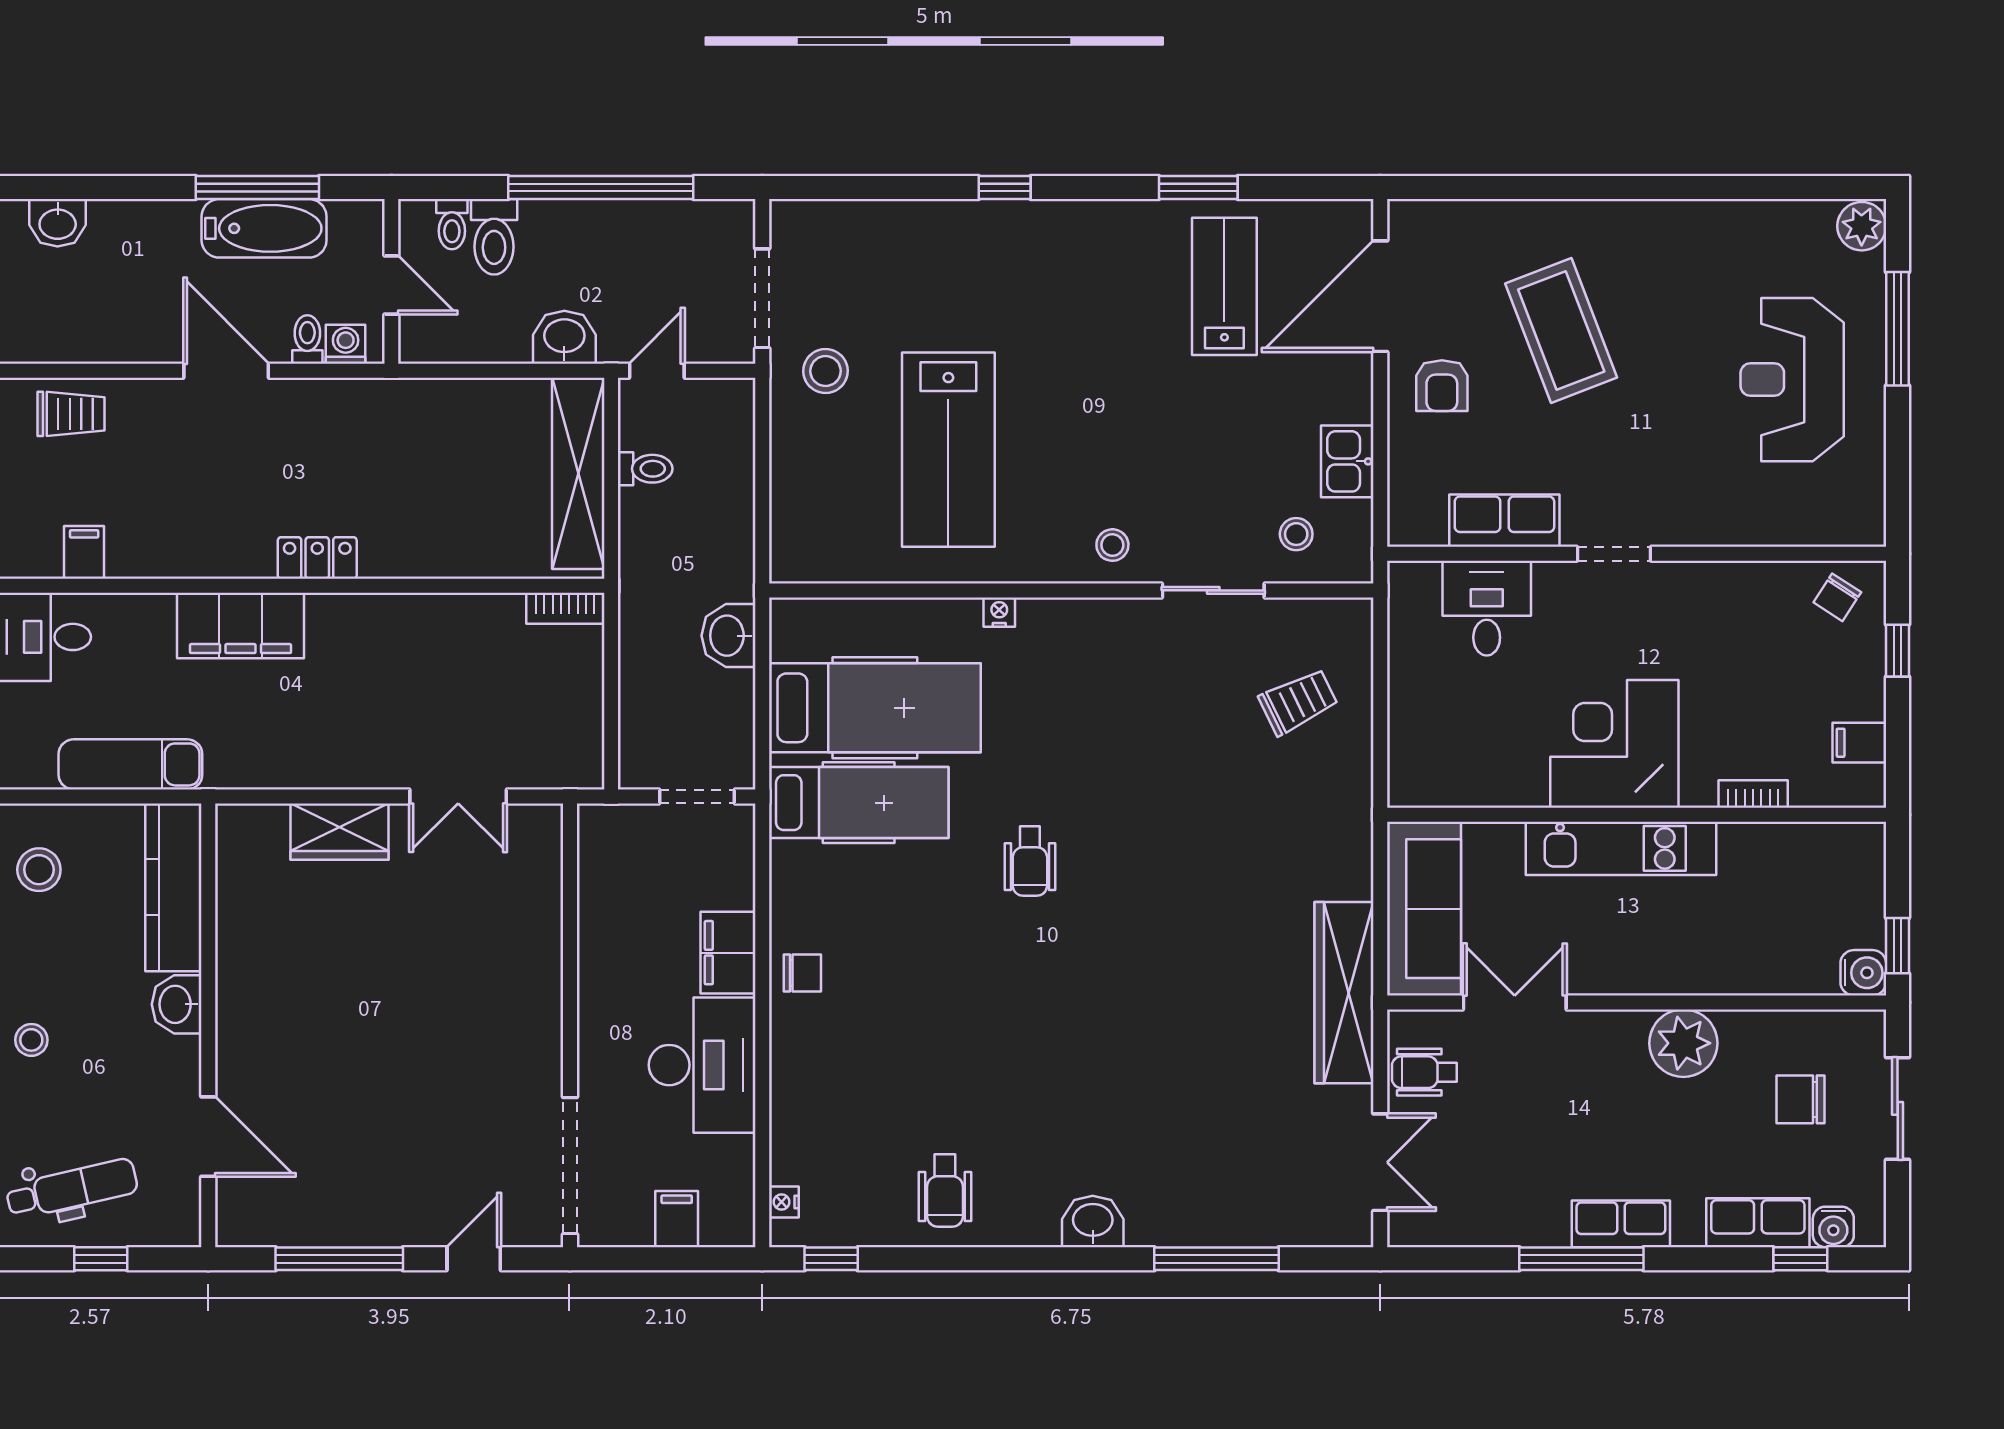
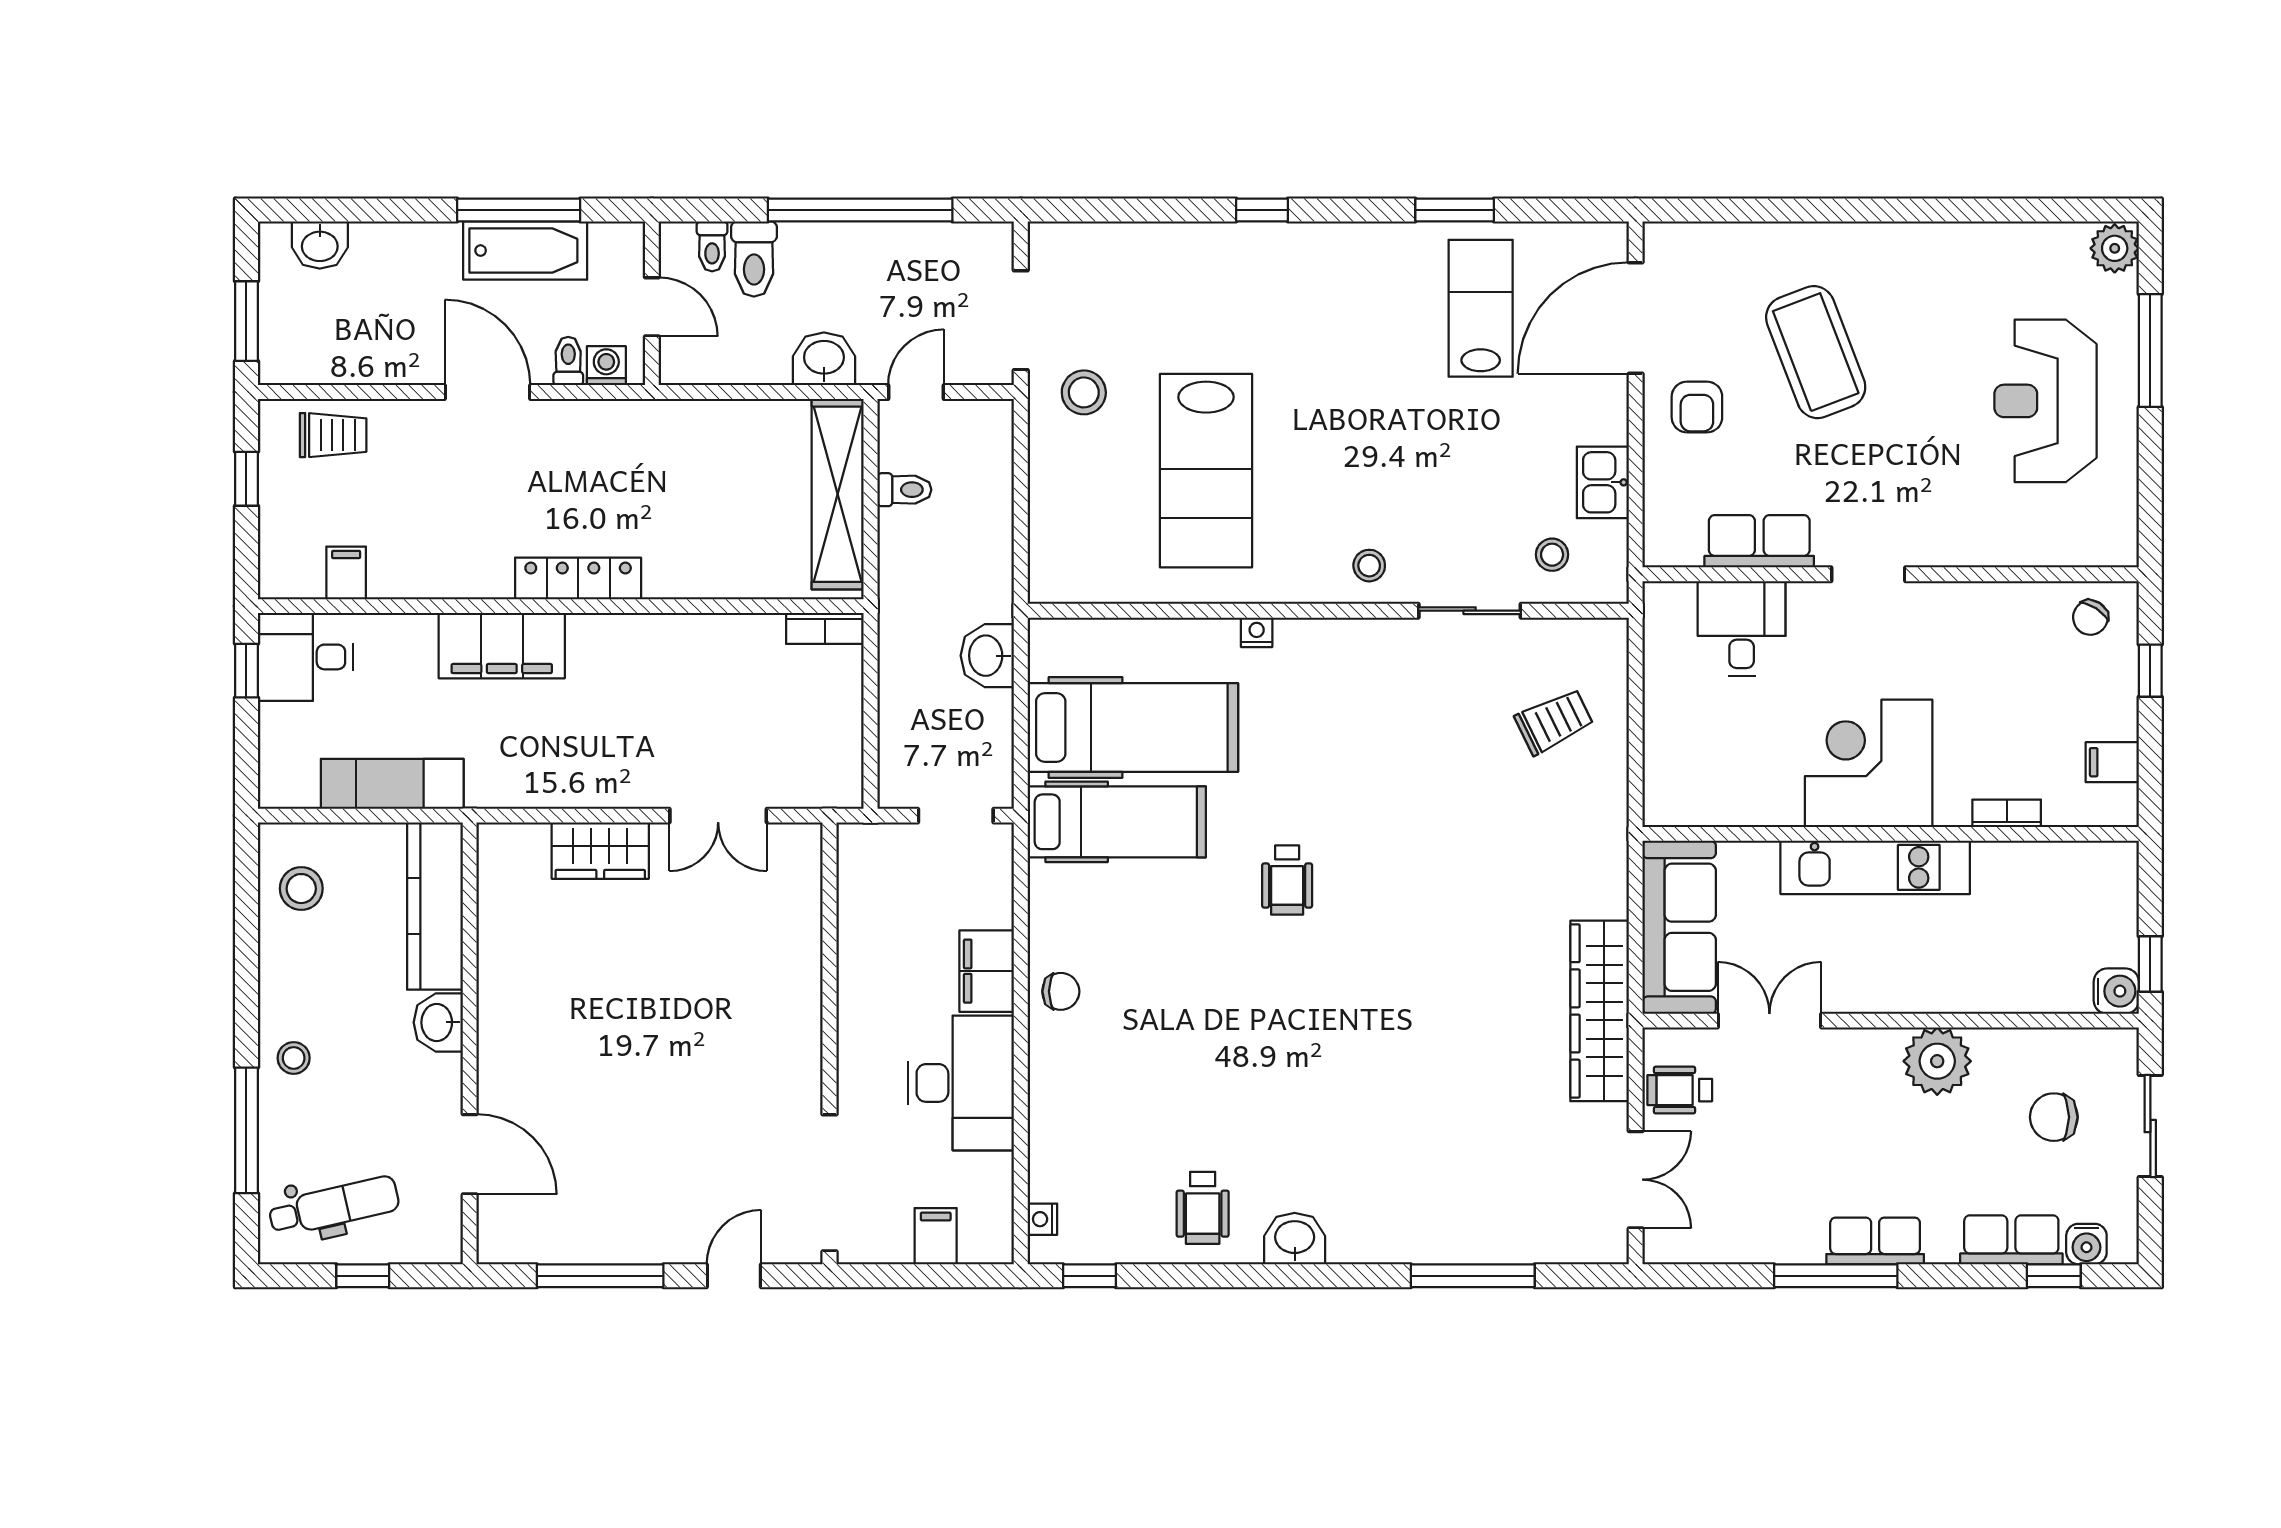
locker: (317, 558) -> (578, 578), width x1.53
washbasin: (1093, 1221) -> (1295, 1239), moved

